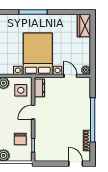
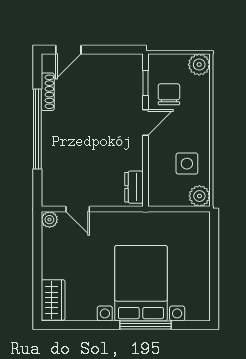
bed with nightstands: (38, 54) -> (141, 283), moved, turned 180
side table: (21, 90) -> (187, 164), moved
door: (33, 112) -> (145, 122), moved
door: (76, 164) -> (68, 50), hinge flipped

